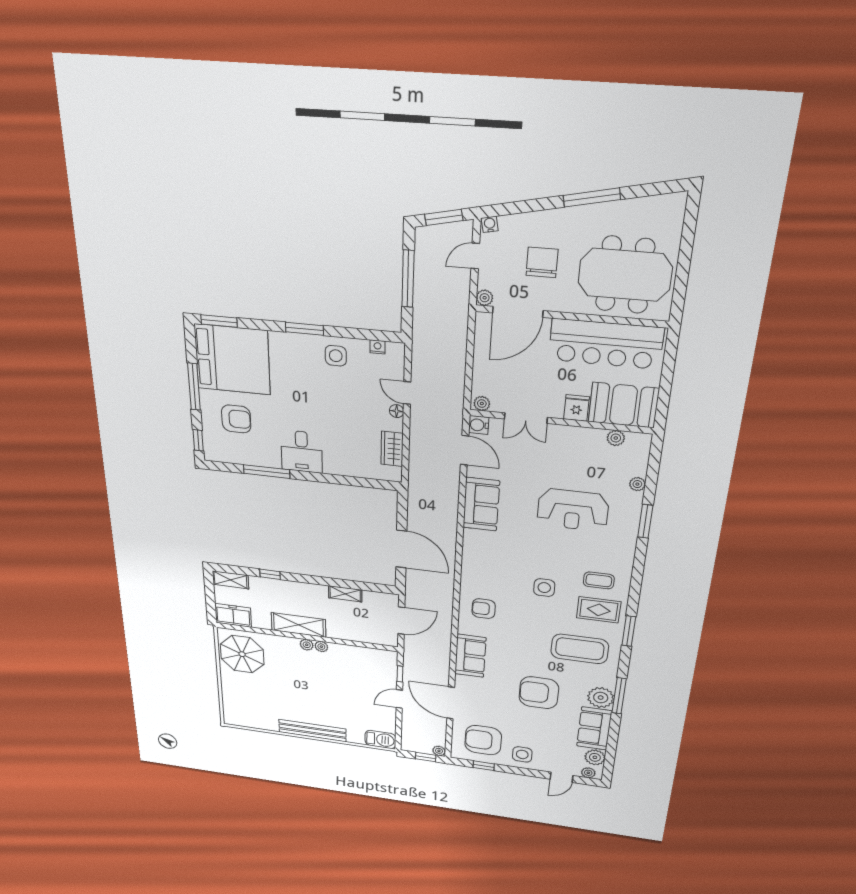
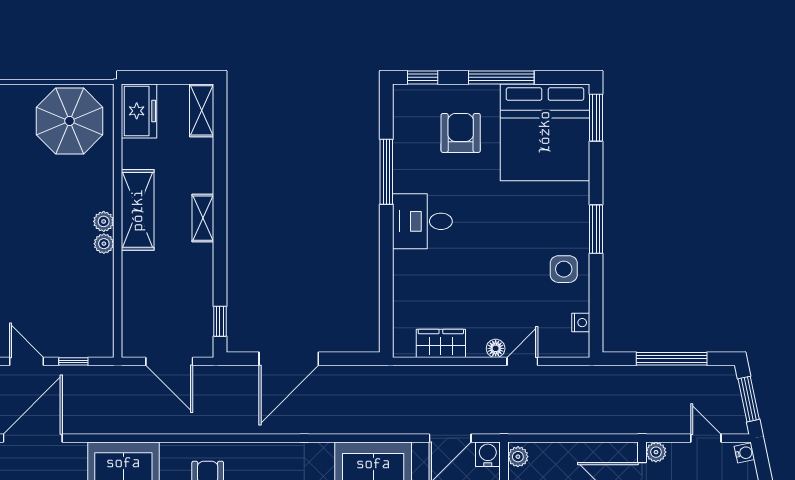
armchair: (236, 419) -> (461, 133), turned 180
window: (270, 574) -> (220, 321), moved
shelving: (345, 594) -> (203, 218), moved

